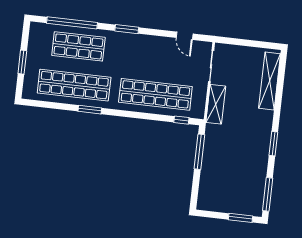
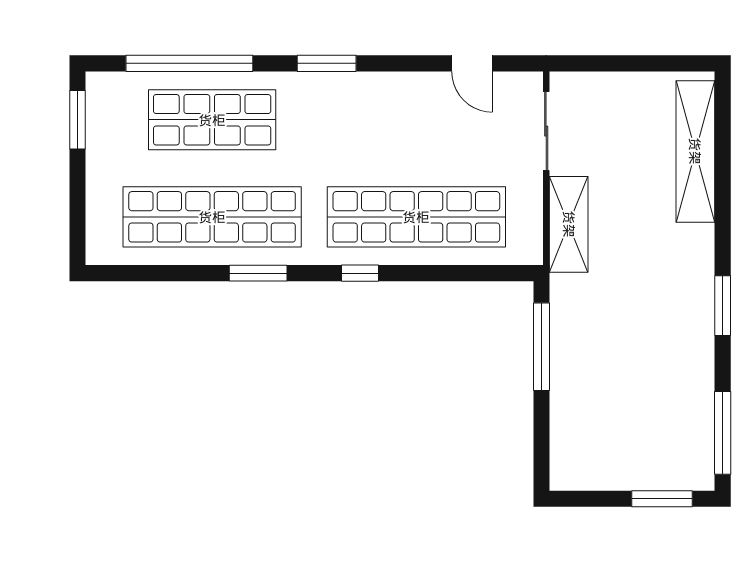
window: (22, 62) -> (77, 120), moved
window: (181, 120) -> (360, 273), moved

